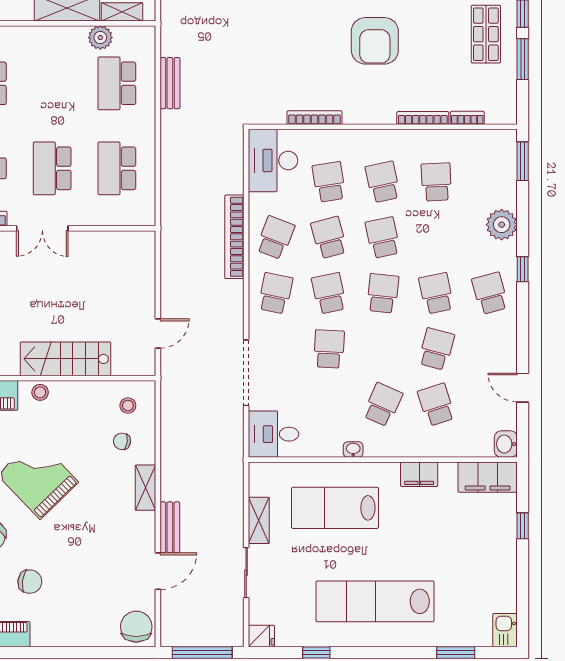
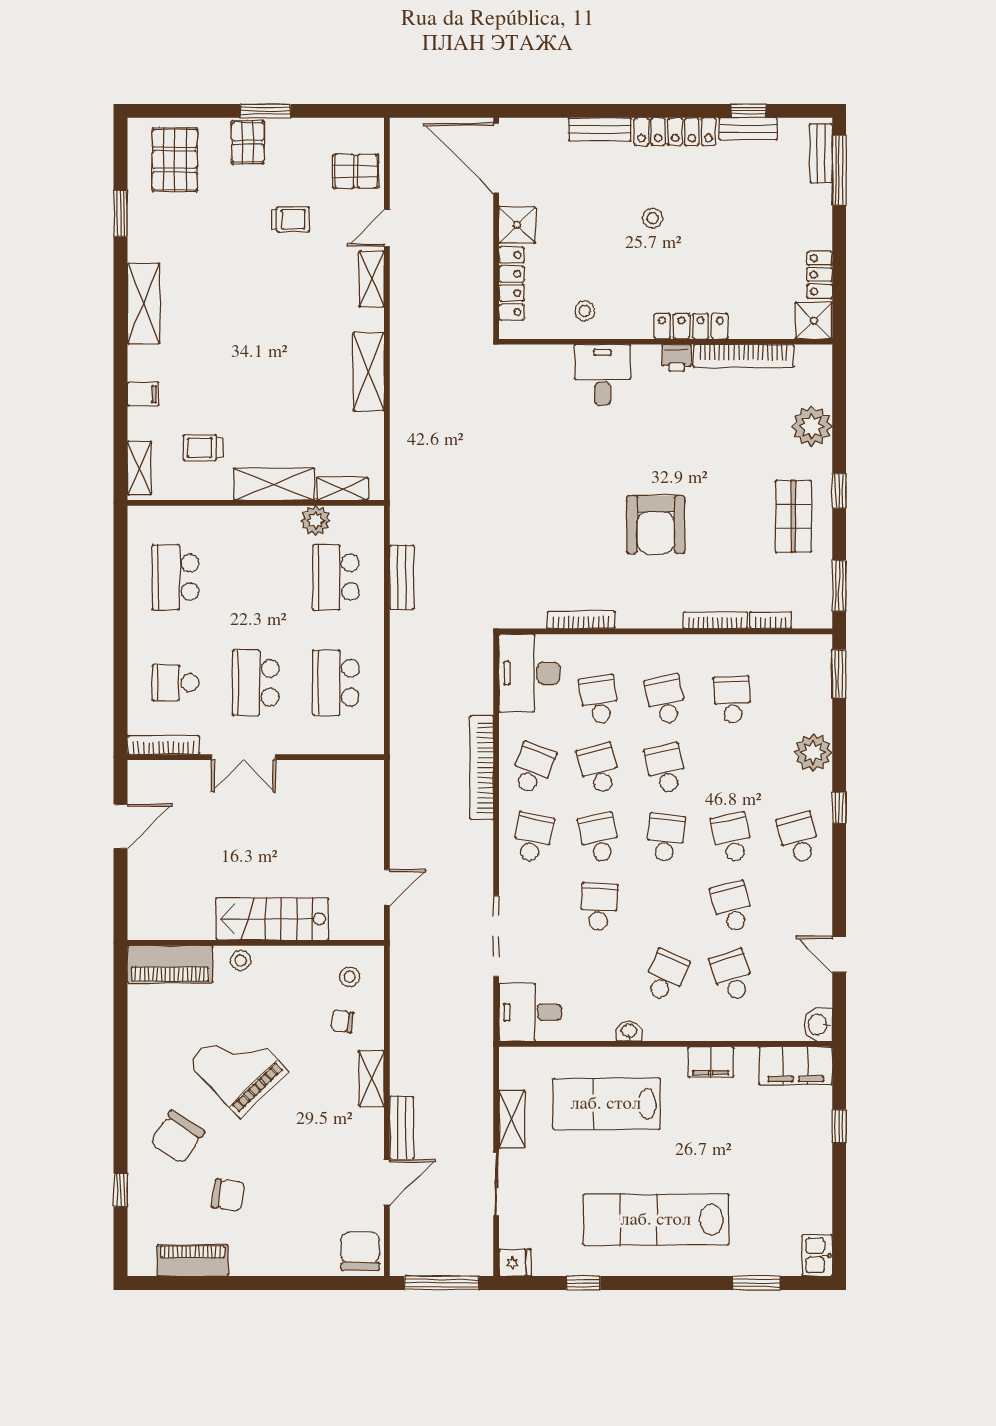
window: (523, 59) -> (839, 586), moved
school desk: (436, 349) -> (732, 907), turned -30

